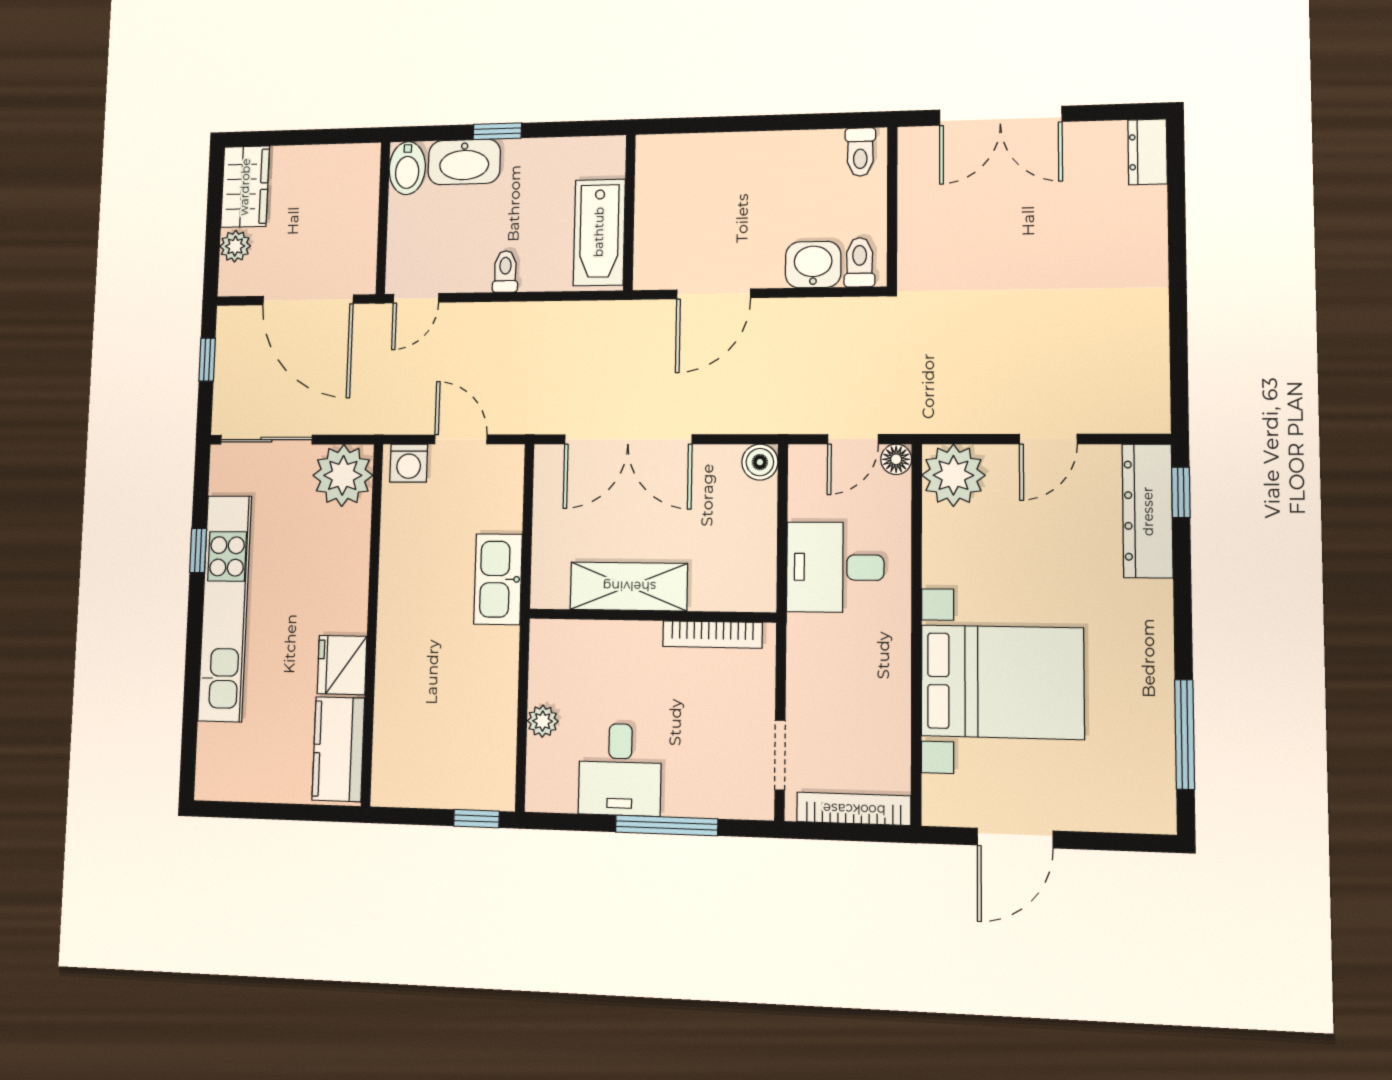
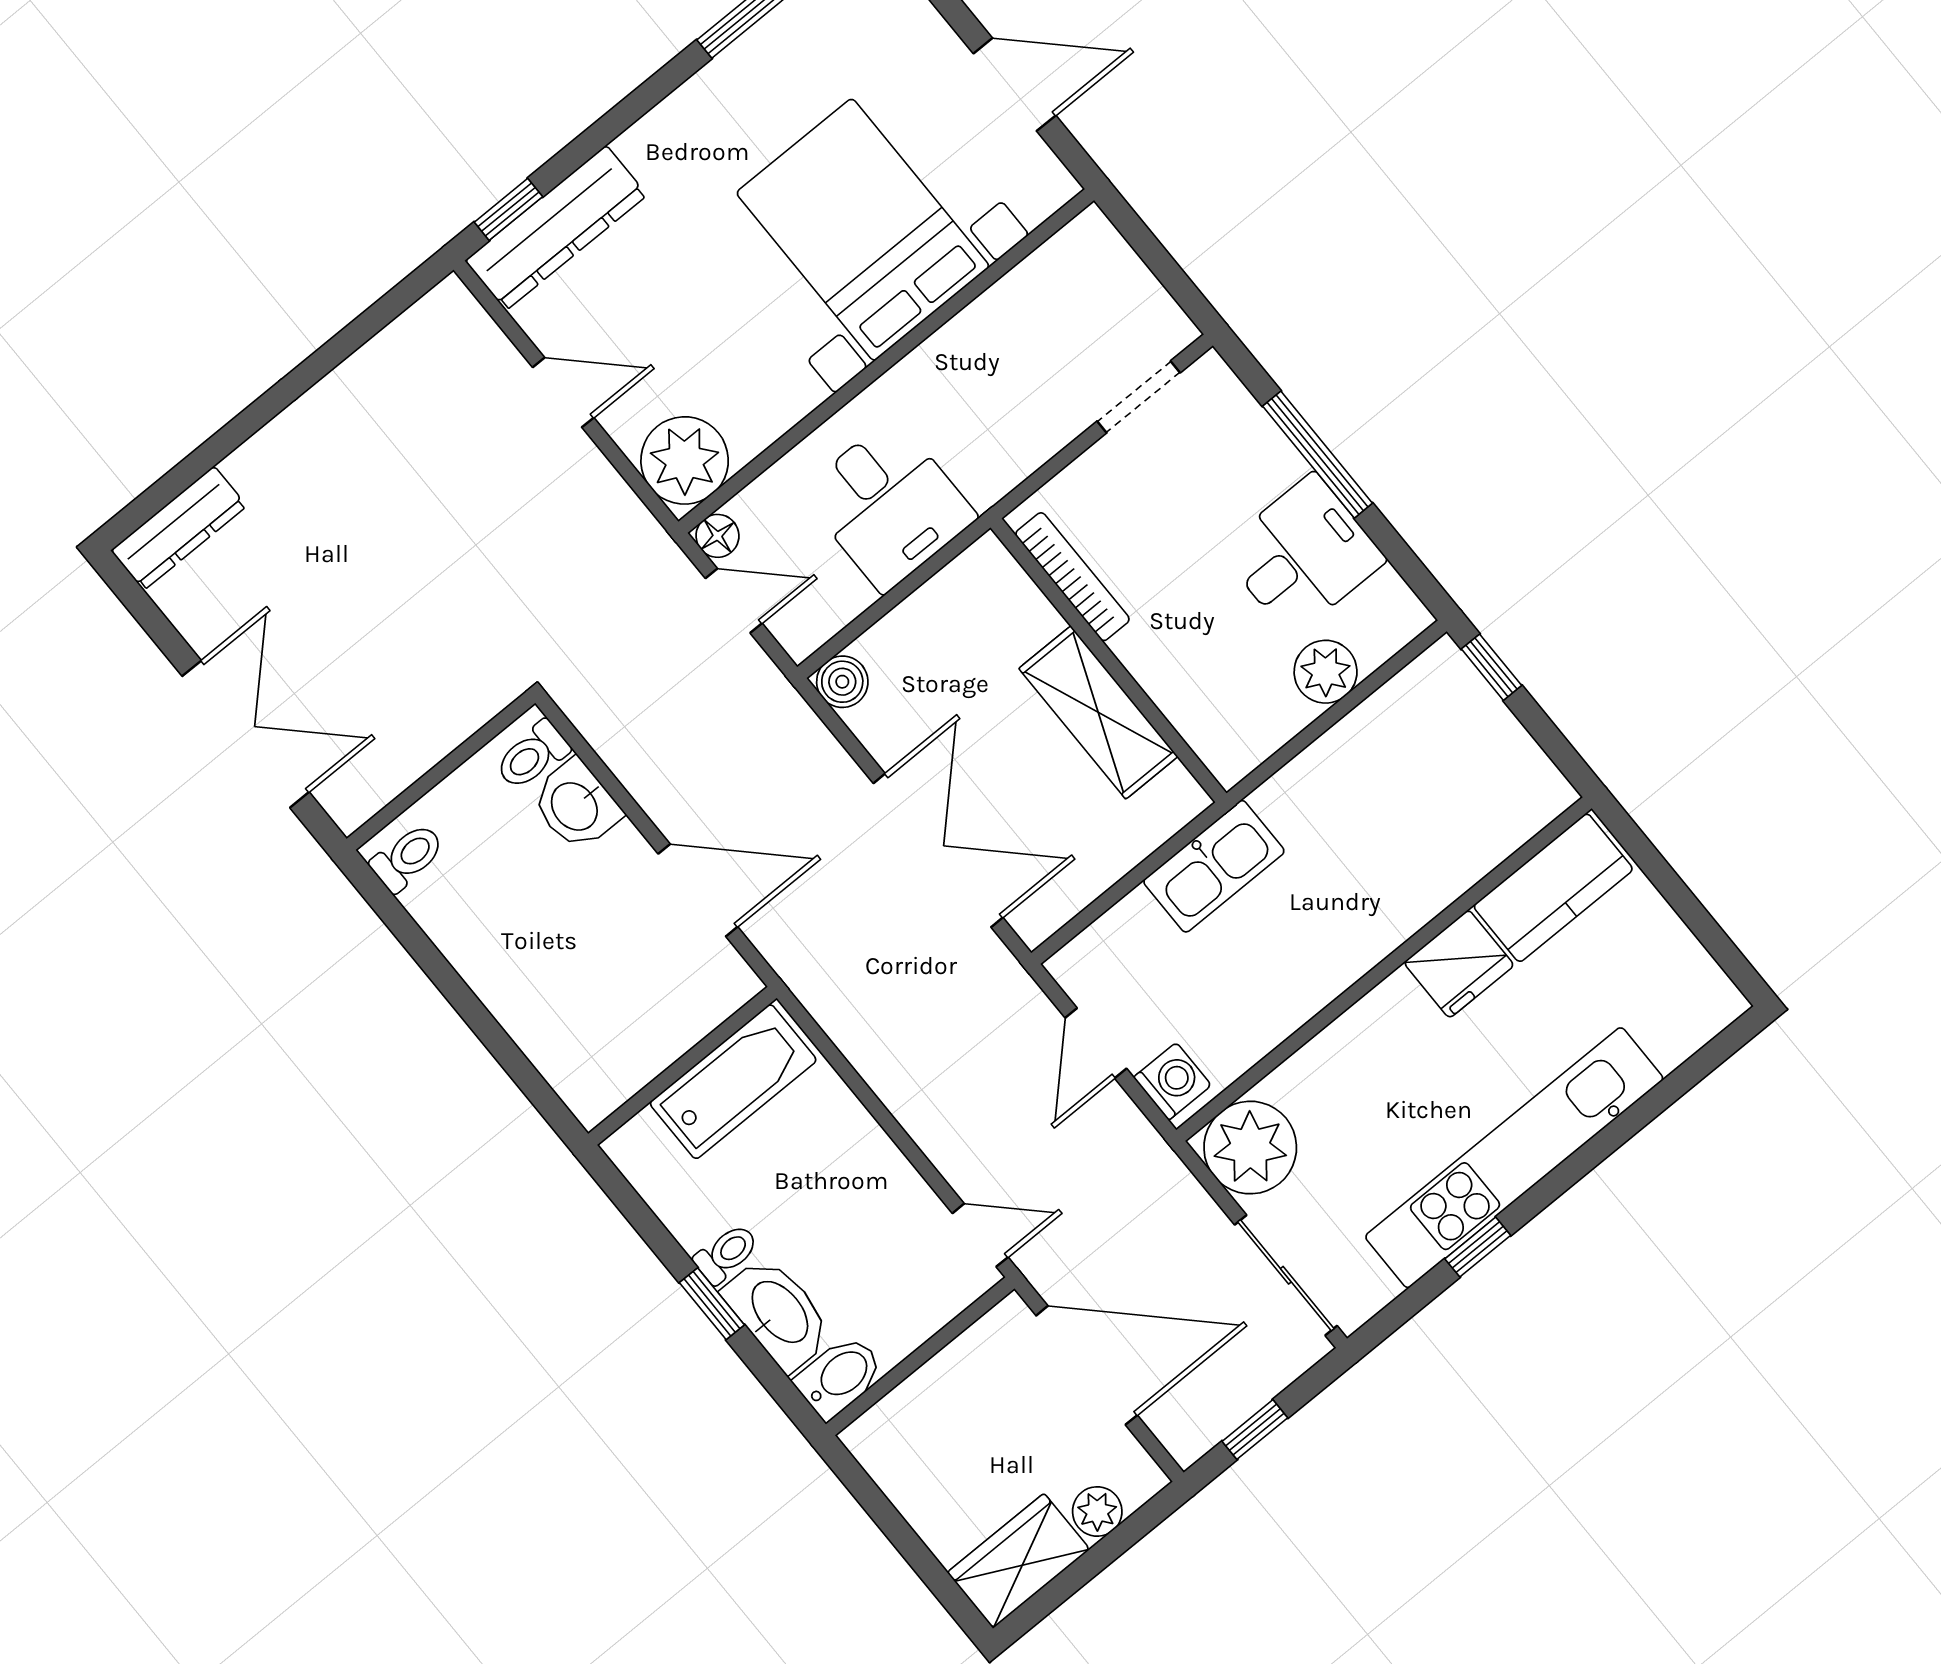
dresser: (1148, 152) -> (179, 528), width x1.44
toilet: (505, 271) -> (726, 1254), moved, turned 180
door: (308, 300) -> (1087, 1365), hinge flipped
plant: (543, 721) -> (1326, 672), width x1.38, depth x1.38
bookcase: (854, 809) -> (1128, 273), removed

